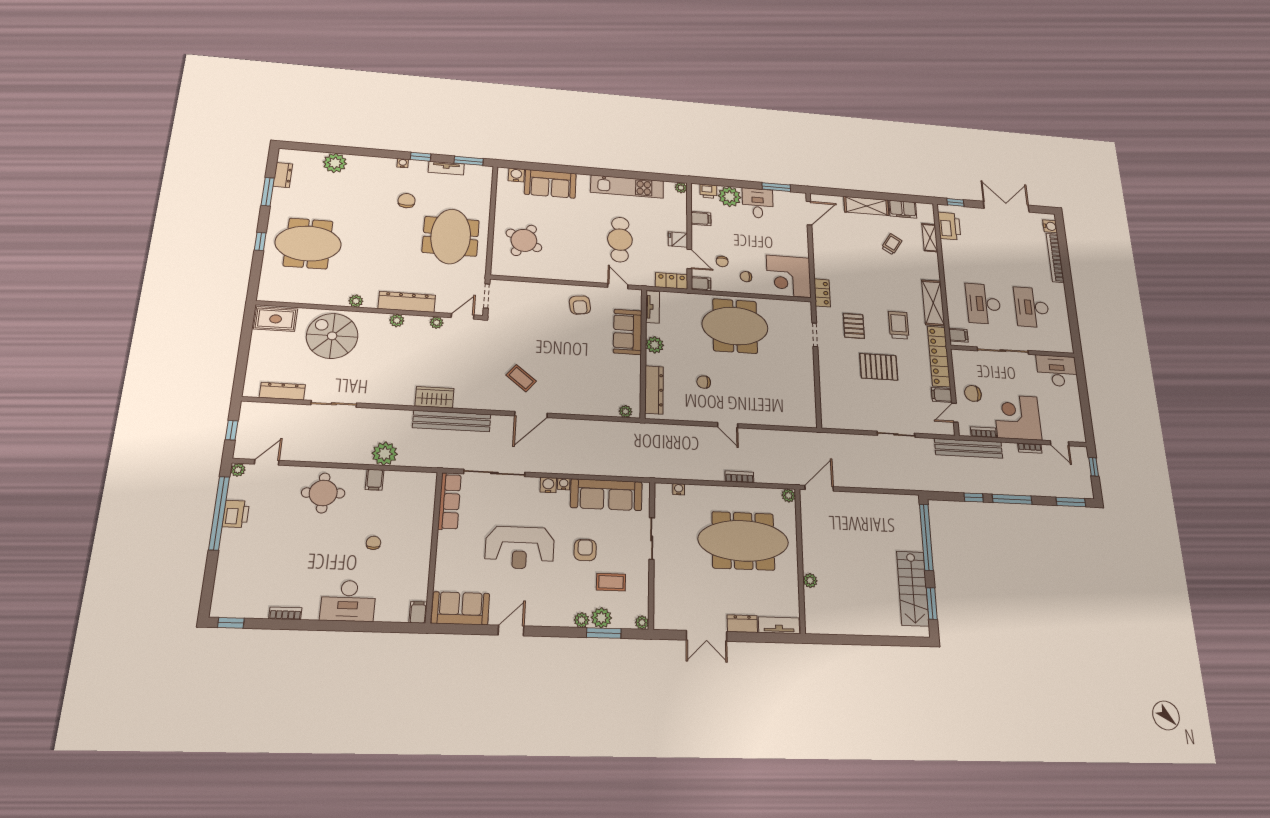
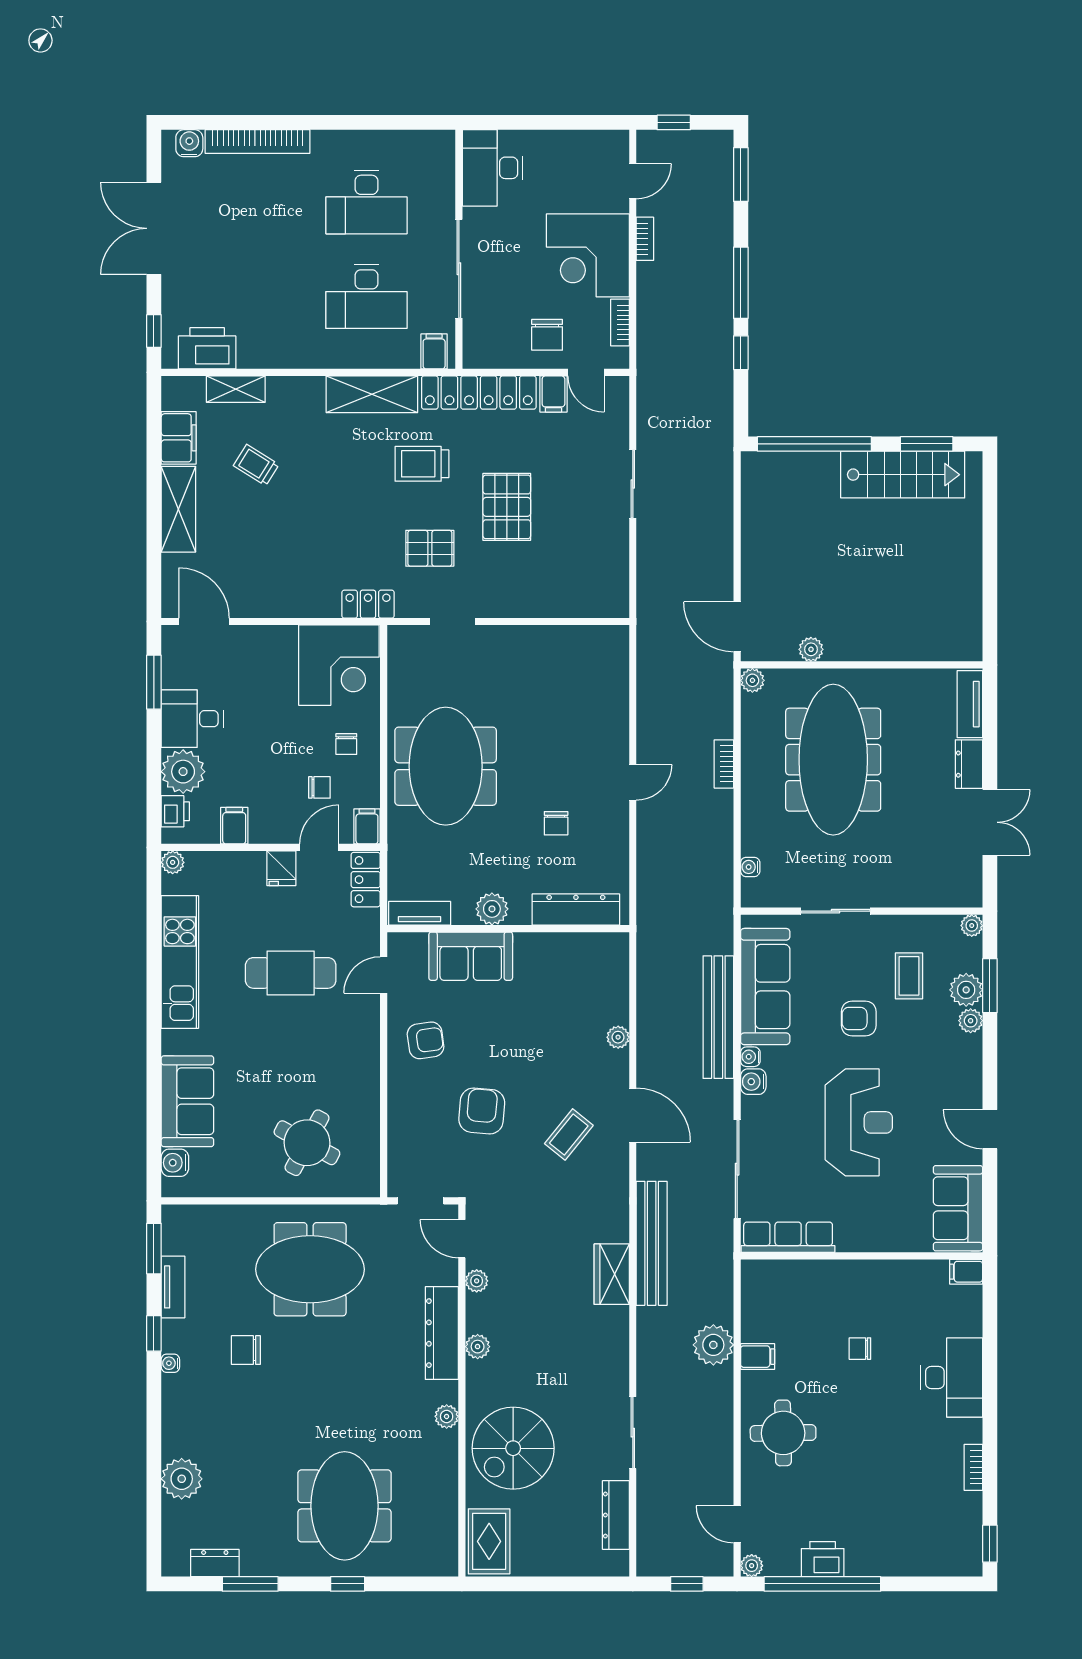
armchair: (538, 332) -> (482, 1111), added
plant: (626, 411) -> (618, 1037), moved
bench: (969, 448) -> (718, 1017), moved
plant: (810, 581) -> (811, 649), moved

